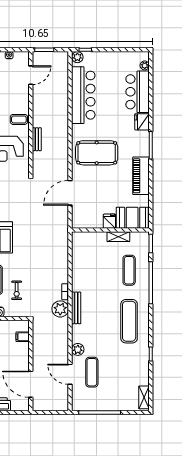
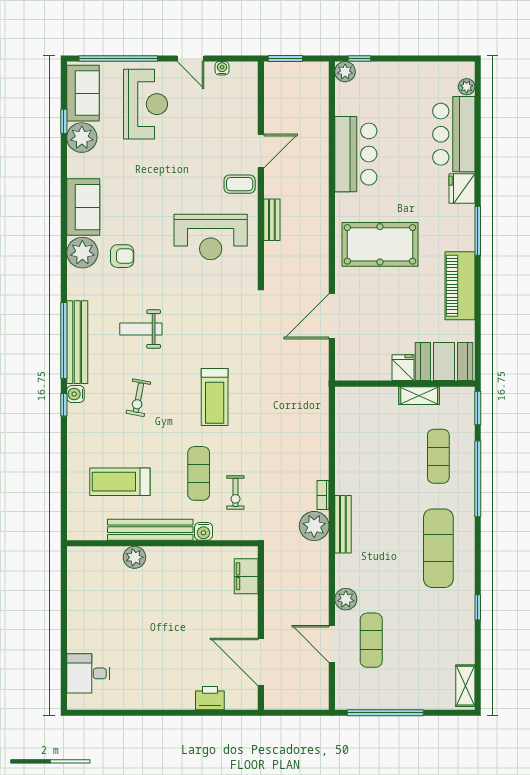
door: (31, 75) -> (261, 151), moved
bar counter: (83, 95) -> (356, 154), width x0.73
filing cabinet: (23, 337) -> (246, 576), width x2.00

